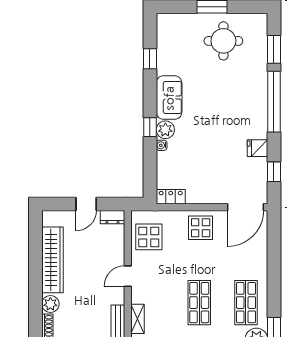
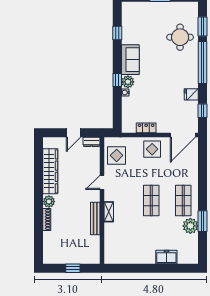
round table: (223, 41) -> (180, 37), moved
locker: (171, 197) -> (146, 128), moved

